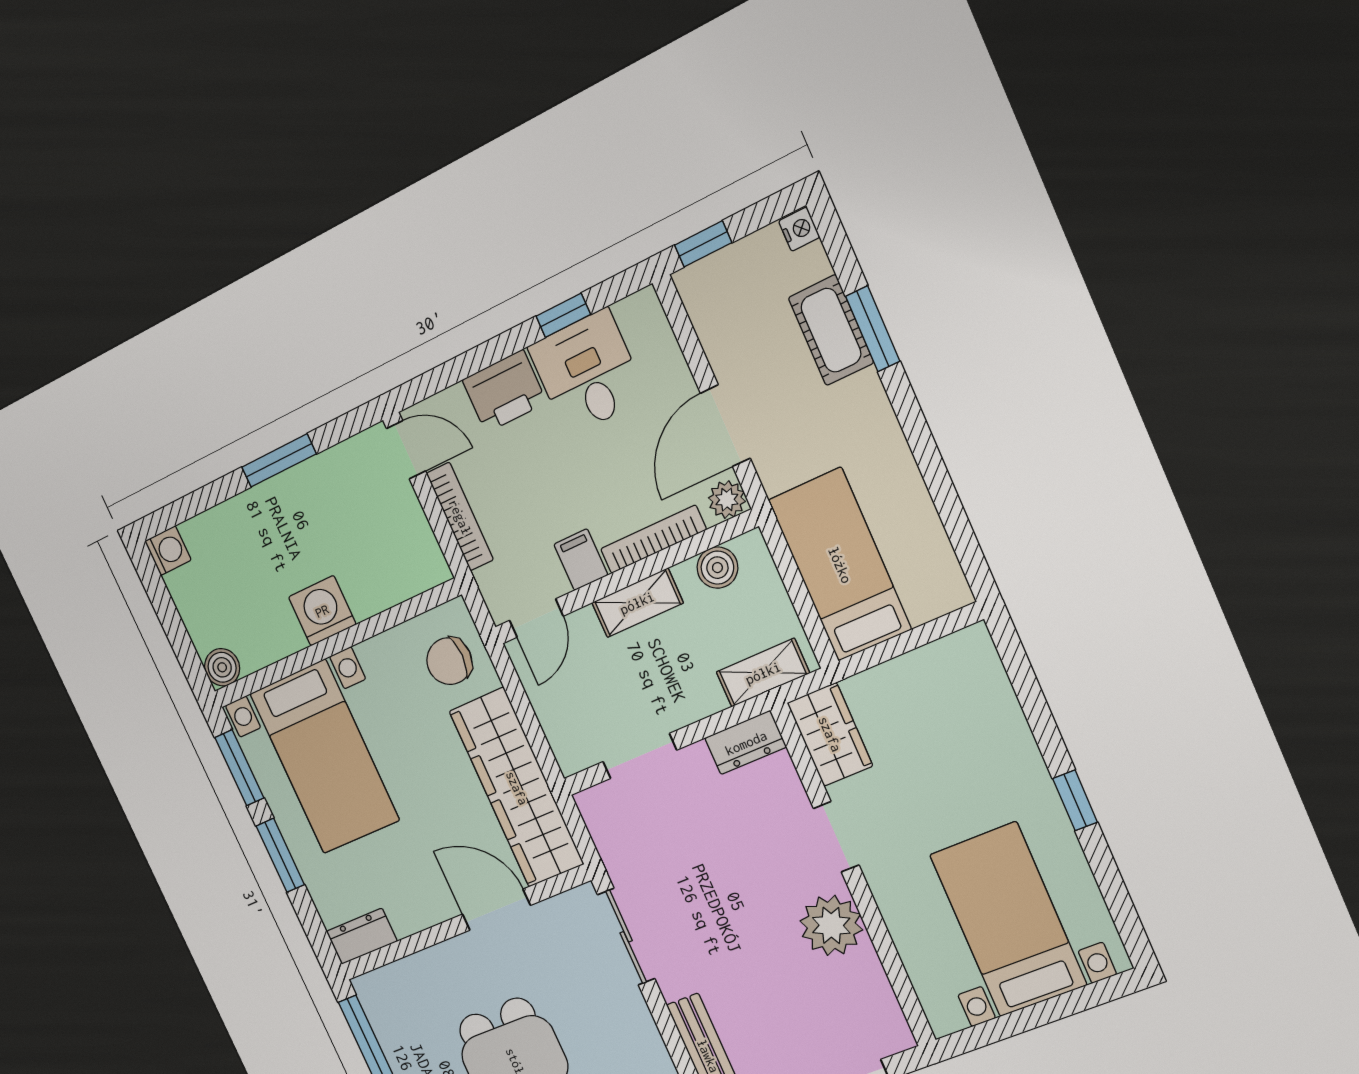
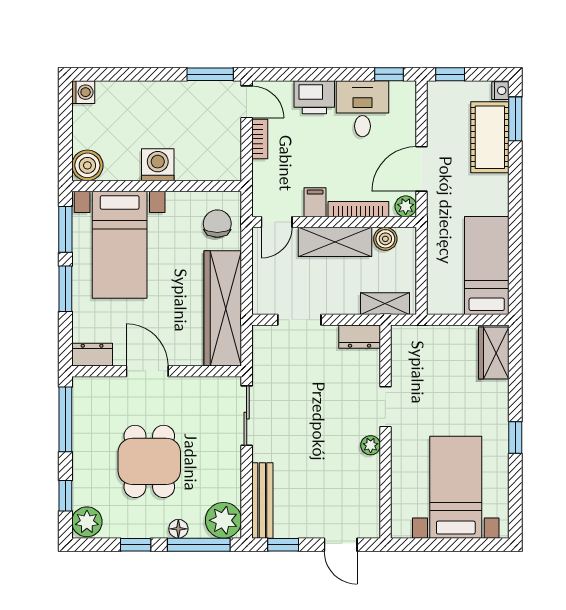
window: (563, 315) -> (389, 74), moved
window: (873, 329) -> (515, 119), moved
cot: (831, 330) -> (490, 137), width x1.37, depth x1.34
window: (279, 460) -> (210, 74), moved
bookcase: (460, 517) -> (260, 139), width x0.64
bed: (840, 565) -> (487, 265), moved
shelving: (637, 603) -> (335, 242), width x1.50, depth x1.33
chair: (449, 661) -> (217, 224), turned 90
boiler: (222, 667) -> (87, 165), width x1.36, depth x1.36
wardrobe: (830, 734) -> (494, 353), moved, turned 180
door: (496, 910) -> (147, 371), moved
plant: (831, 925) -> (371, 445), width x0.53, depth x0.53

